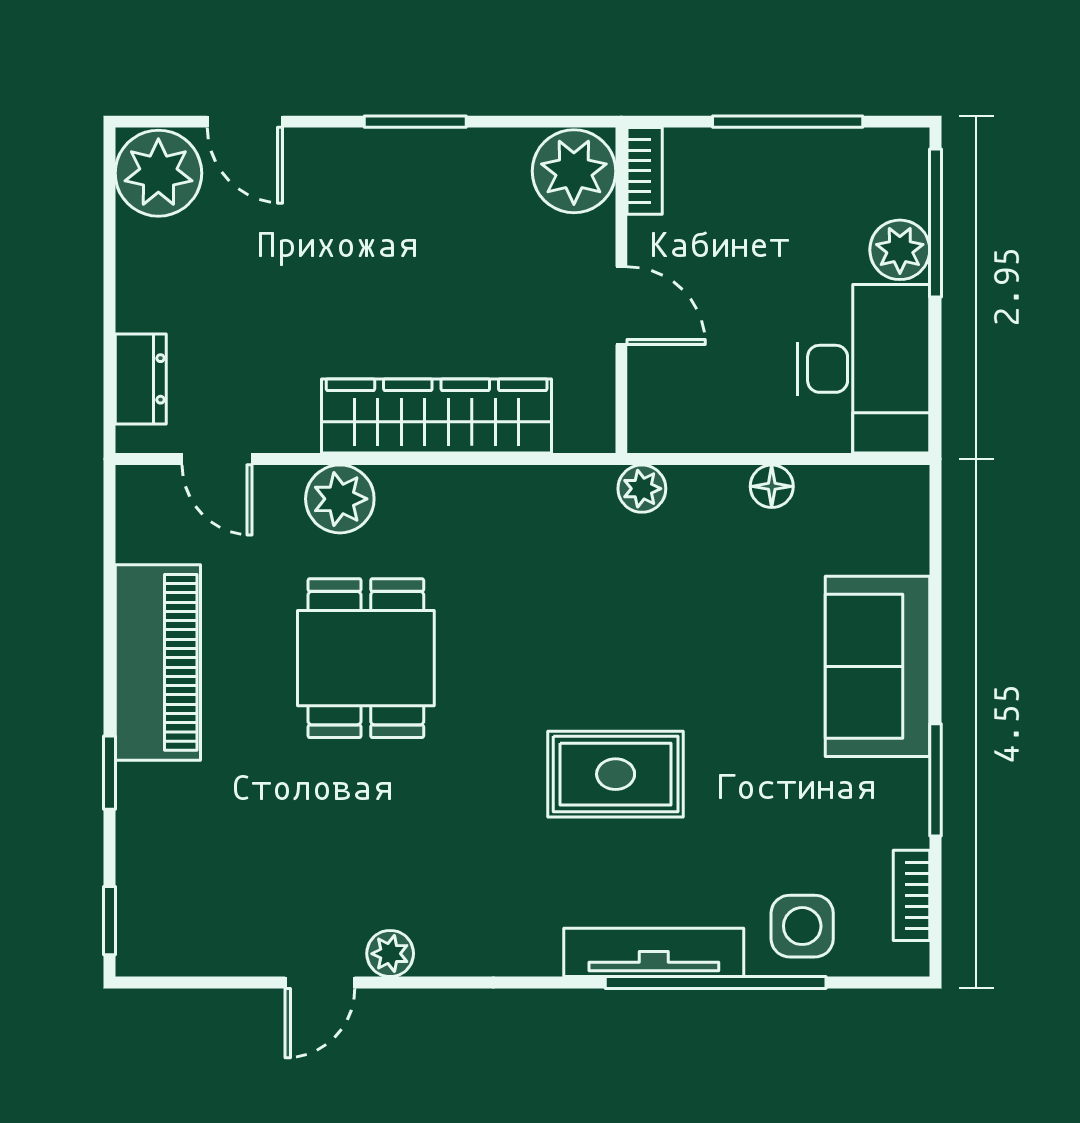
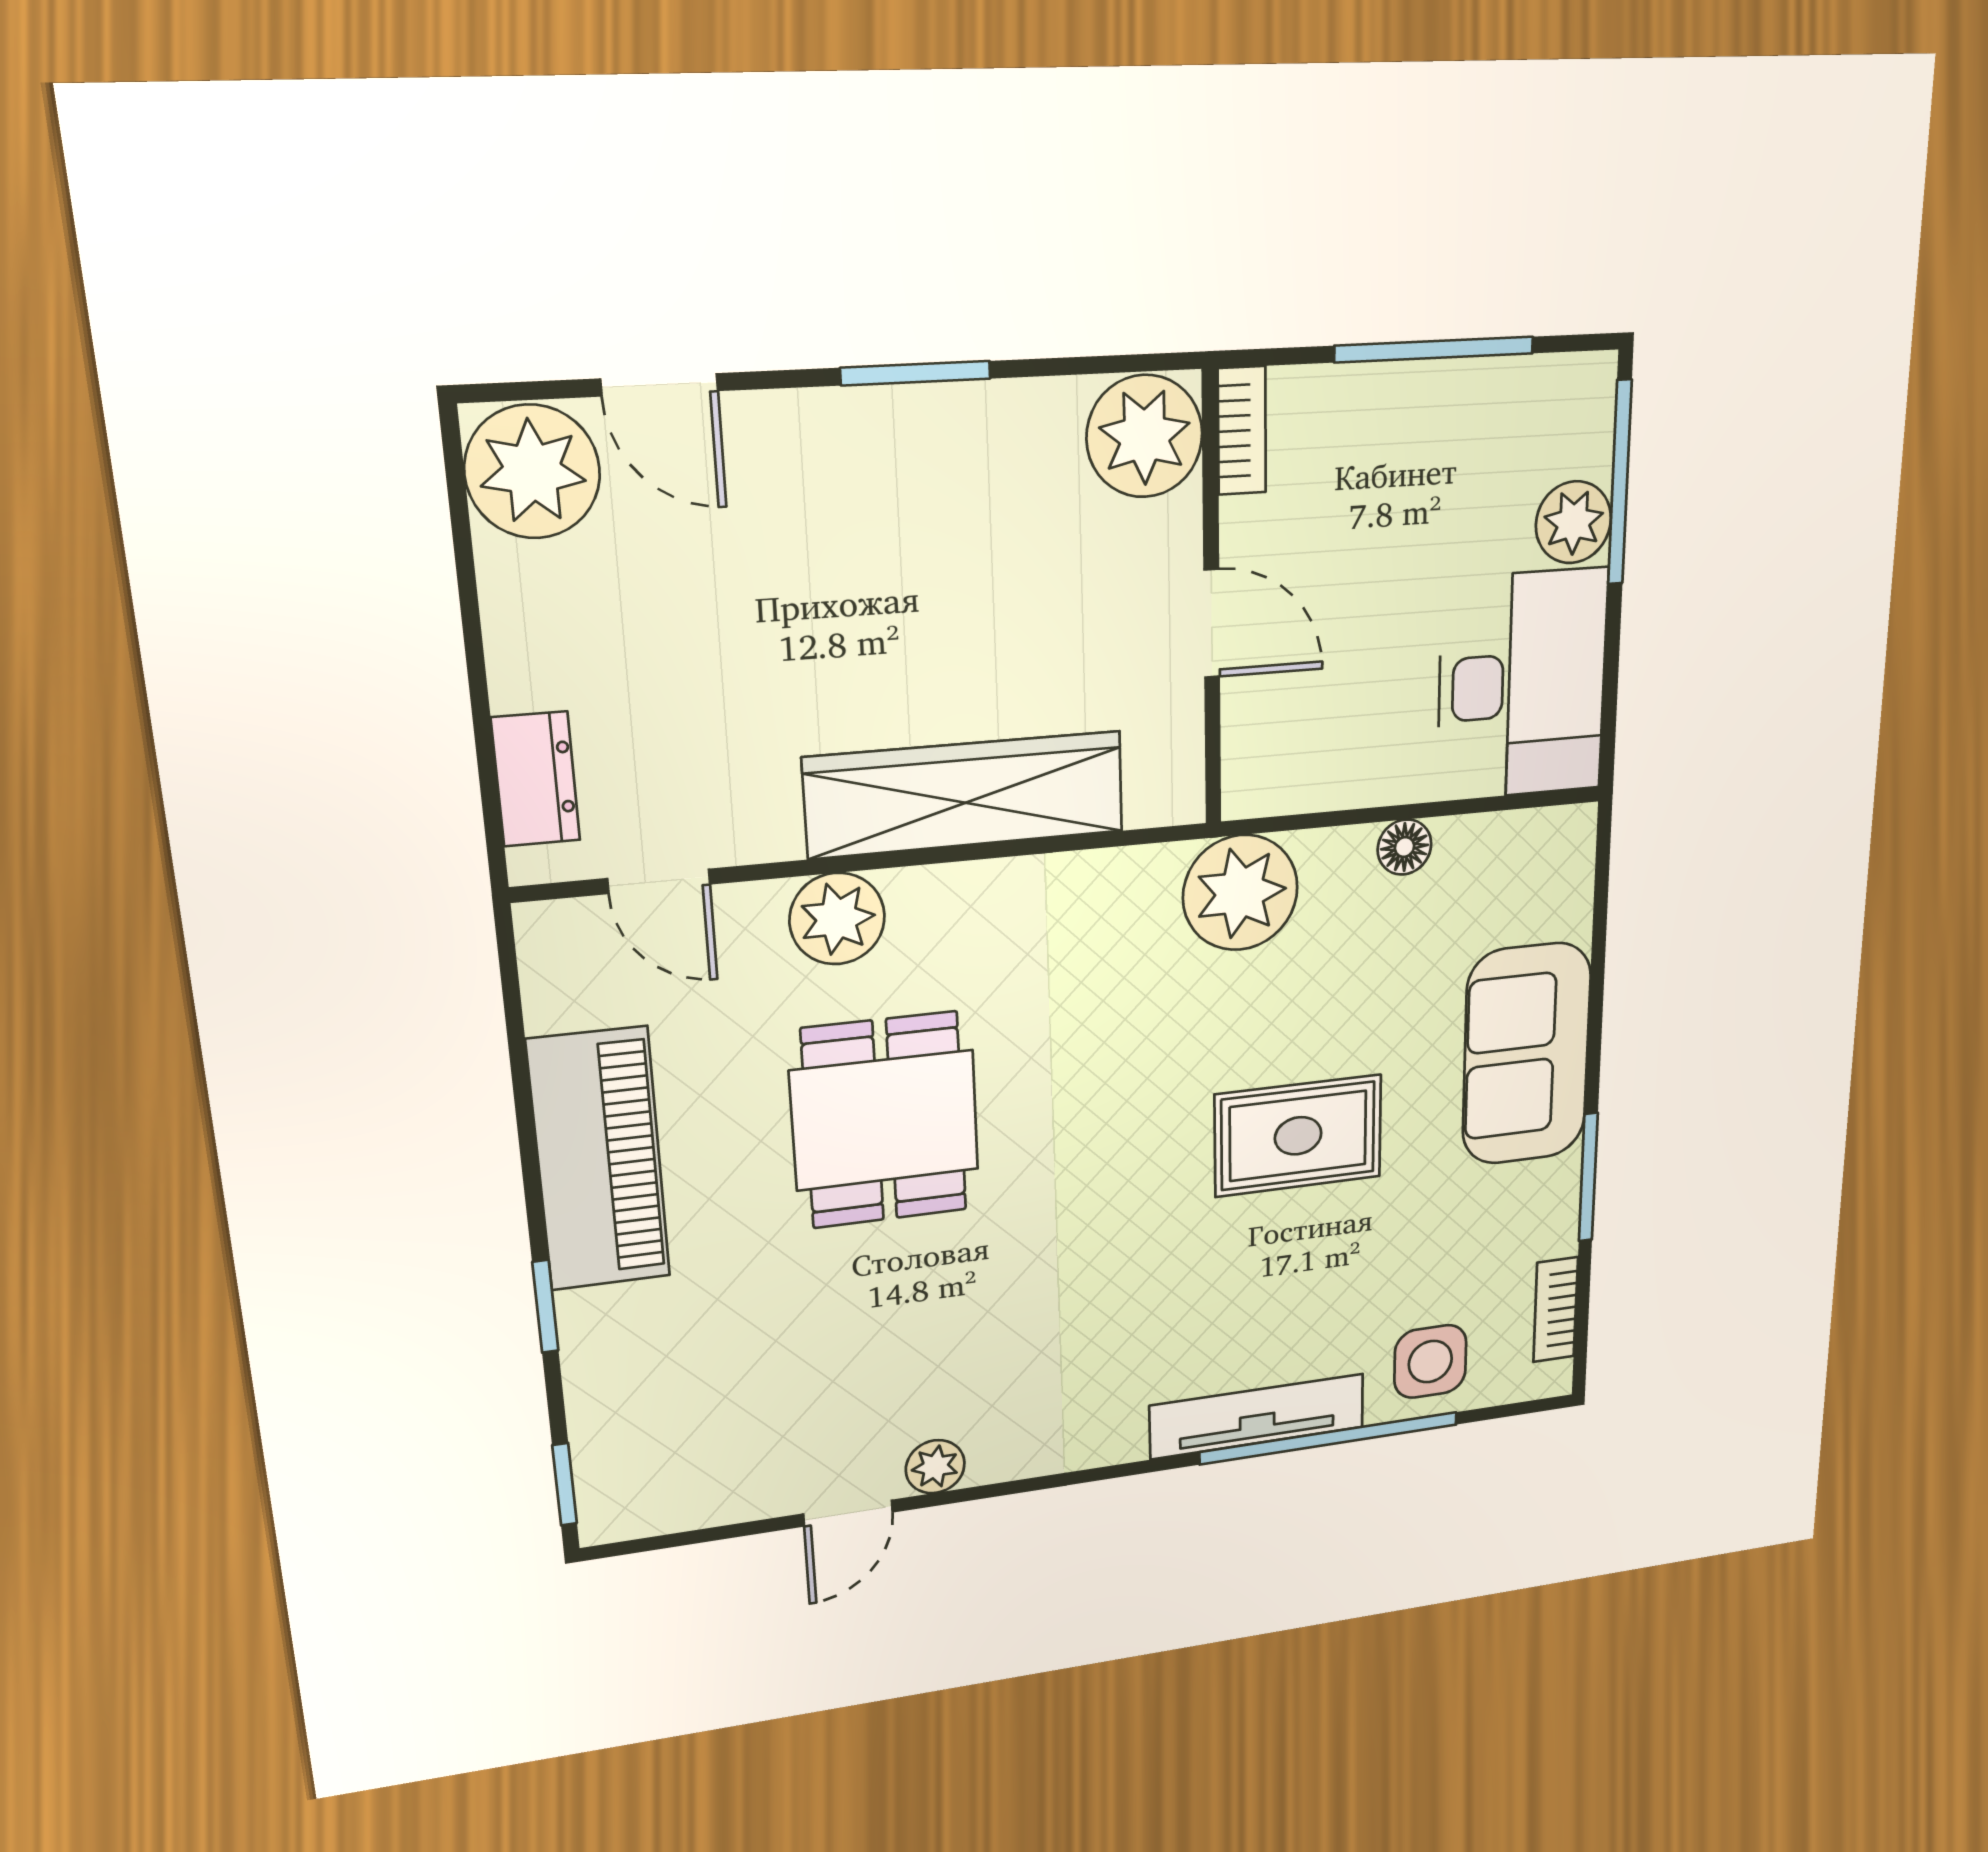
plant: (642, 489) -> (1240, 893), width x1.87, depth x1.87
rug: (616, 774) -> (1298, 1136), moved

